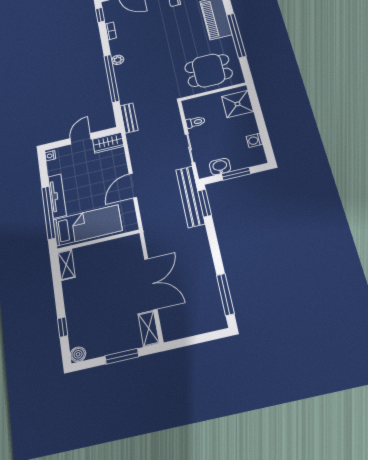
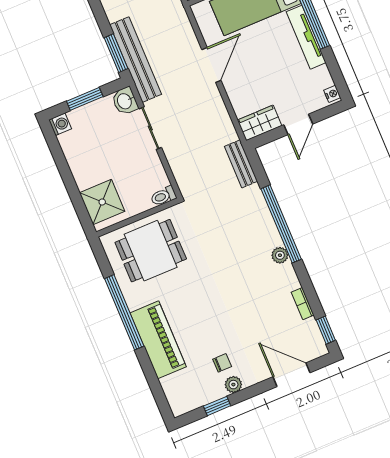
toilet: (195, 122) -> (163, 196), moved
washing machine: (254, 140) -> (60, 124), moved
washbasin: (220, 167) -> (125, 101), moved, turned 90

